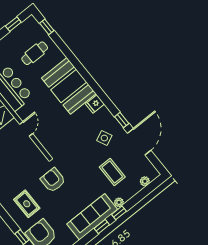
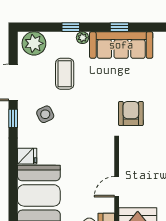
armchair: (53, 180) -> (131, 114), turned 180
plant: (145, 181) -> (34, 43), width x1.87, depth x1.87
window: (119, 213) -> (71, 27), moved

